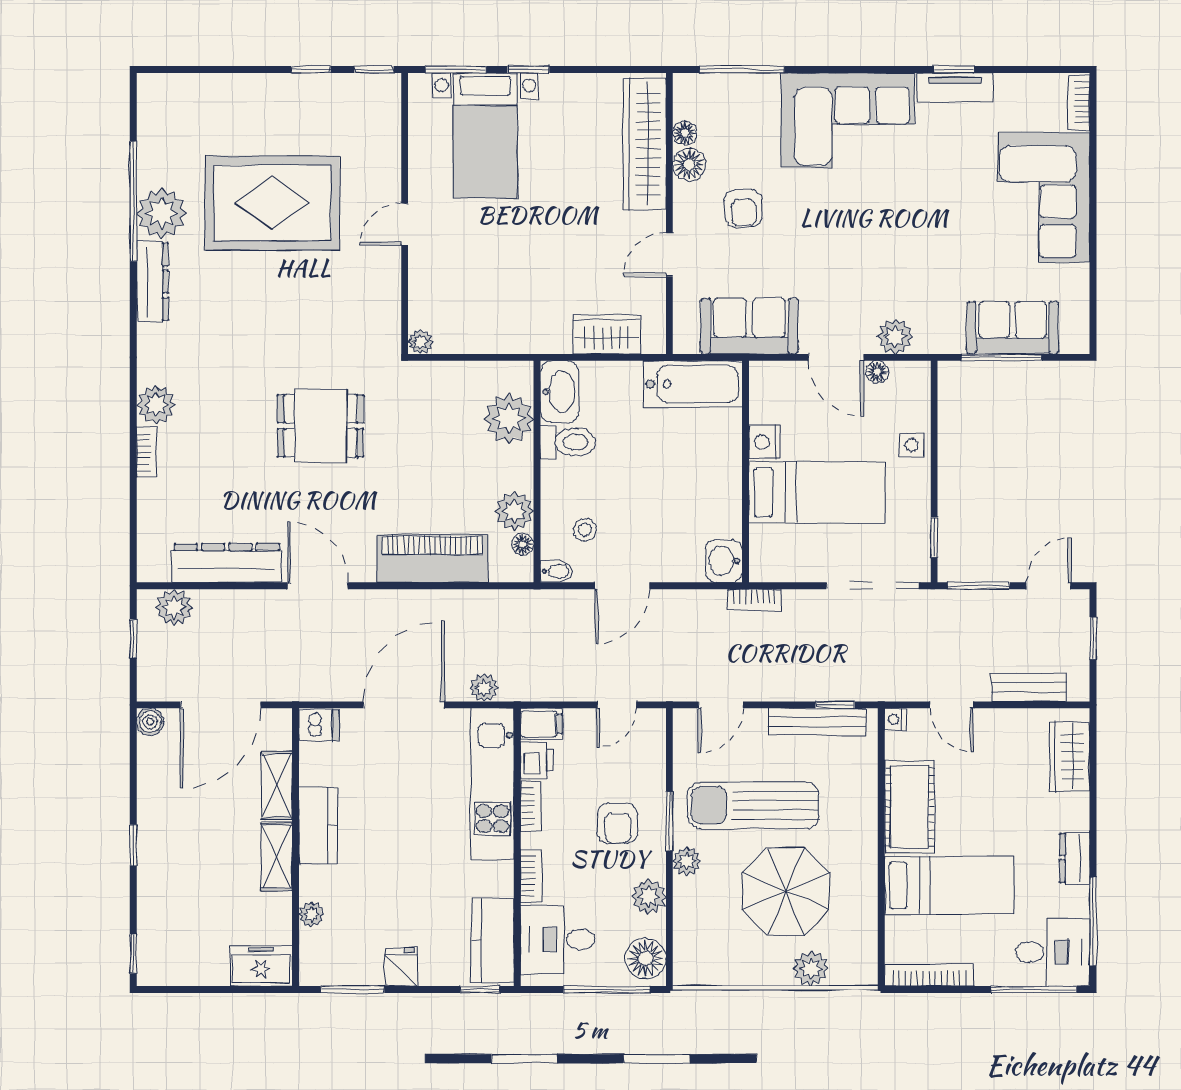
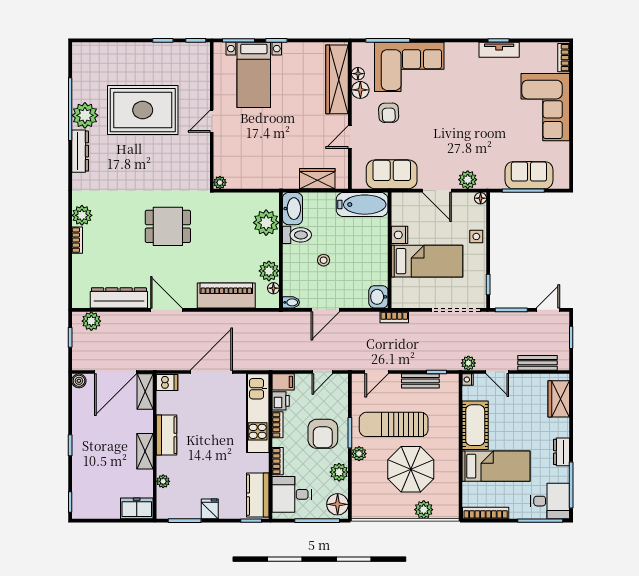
corner sofa: (848, 120) -> (409, 67), moved
floor lamp: (877, 372) -> (481, 198), moved
stool: (585, 530) -> (324, 260), moved
plant: (484, 688) -> (468, 363), moved
bench: (817, 722) -> (420, 381), width x0.73
shelving: (277, 786) -> (145, 392), moved
armchair: (617, 823) -> (323, 434), width x1.38, depth x1.38

